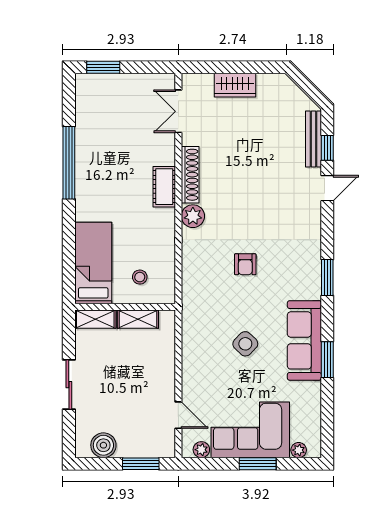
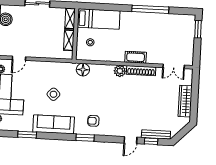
wardrobe: (235, 85) -> (185, 101), width x1.50
double door: (178, 111) -> (174, 66), swing flipped
door: (327, 188) -> (131, 140), hinge flipped
armchair: (245, 264) -> (93, 121), moved
floor lamp: (194, 289) -> (83, 70), added
window: (327, 360) -> (27, 135), moved

